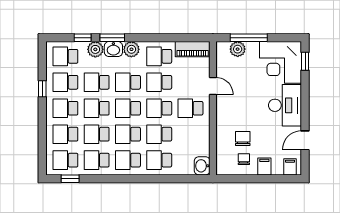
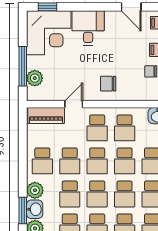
piano: (193, 49) -> (46, 115), moved, turned 90
desk: (285, 105) -> (88, 28), width x0.73
school desk: (190, 134) -> (125, 128), added
chair: (243, 138) -> (108, 84), moved

